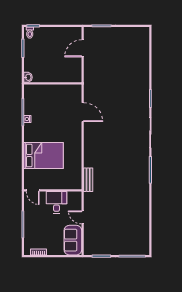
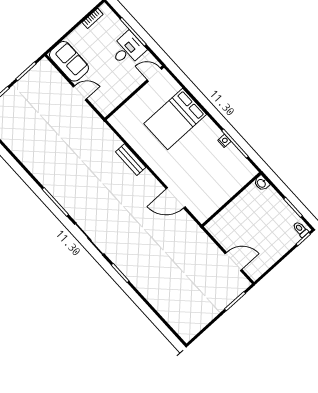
door: (83, 48) -> (233, 261), hinge flipped
bench: (88, 180) -> (131, 160), moved
desk: (56, 202) -> (128, 49), moved, turned -90

